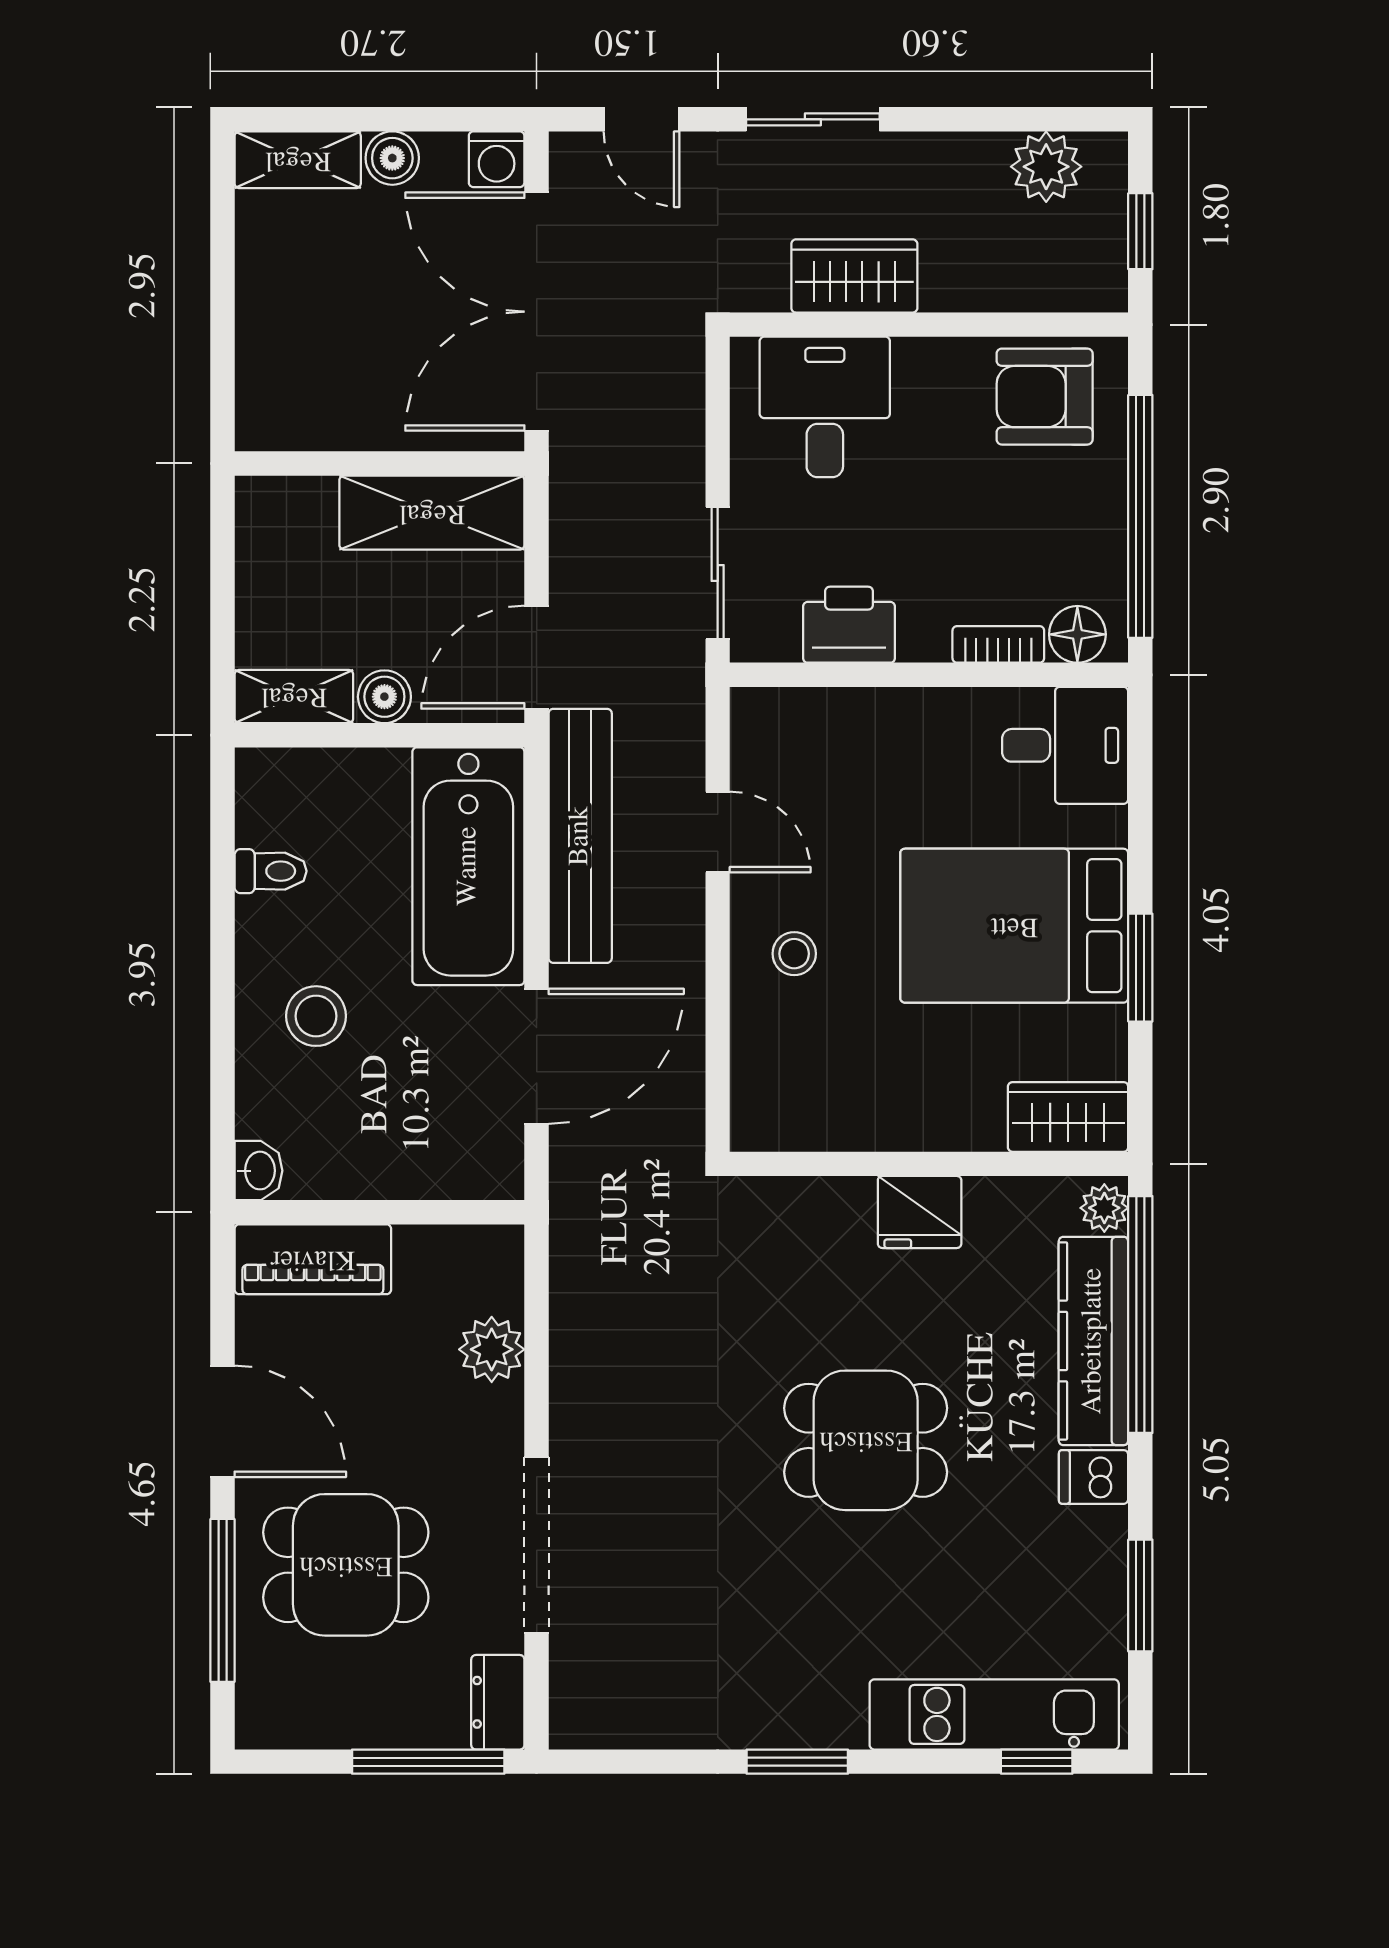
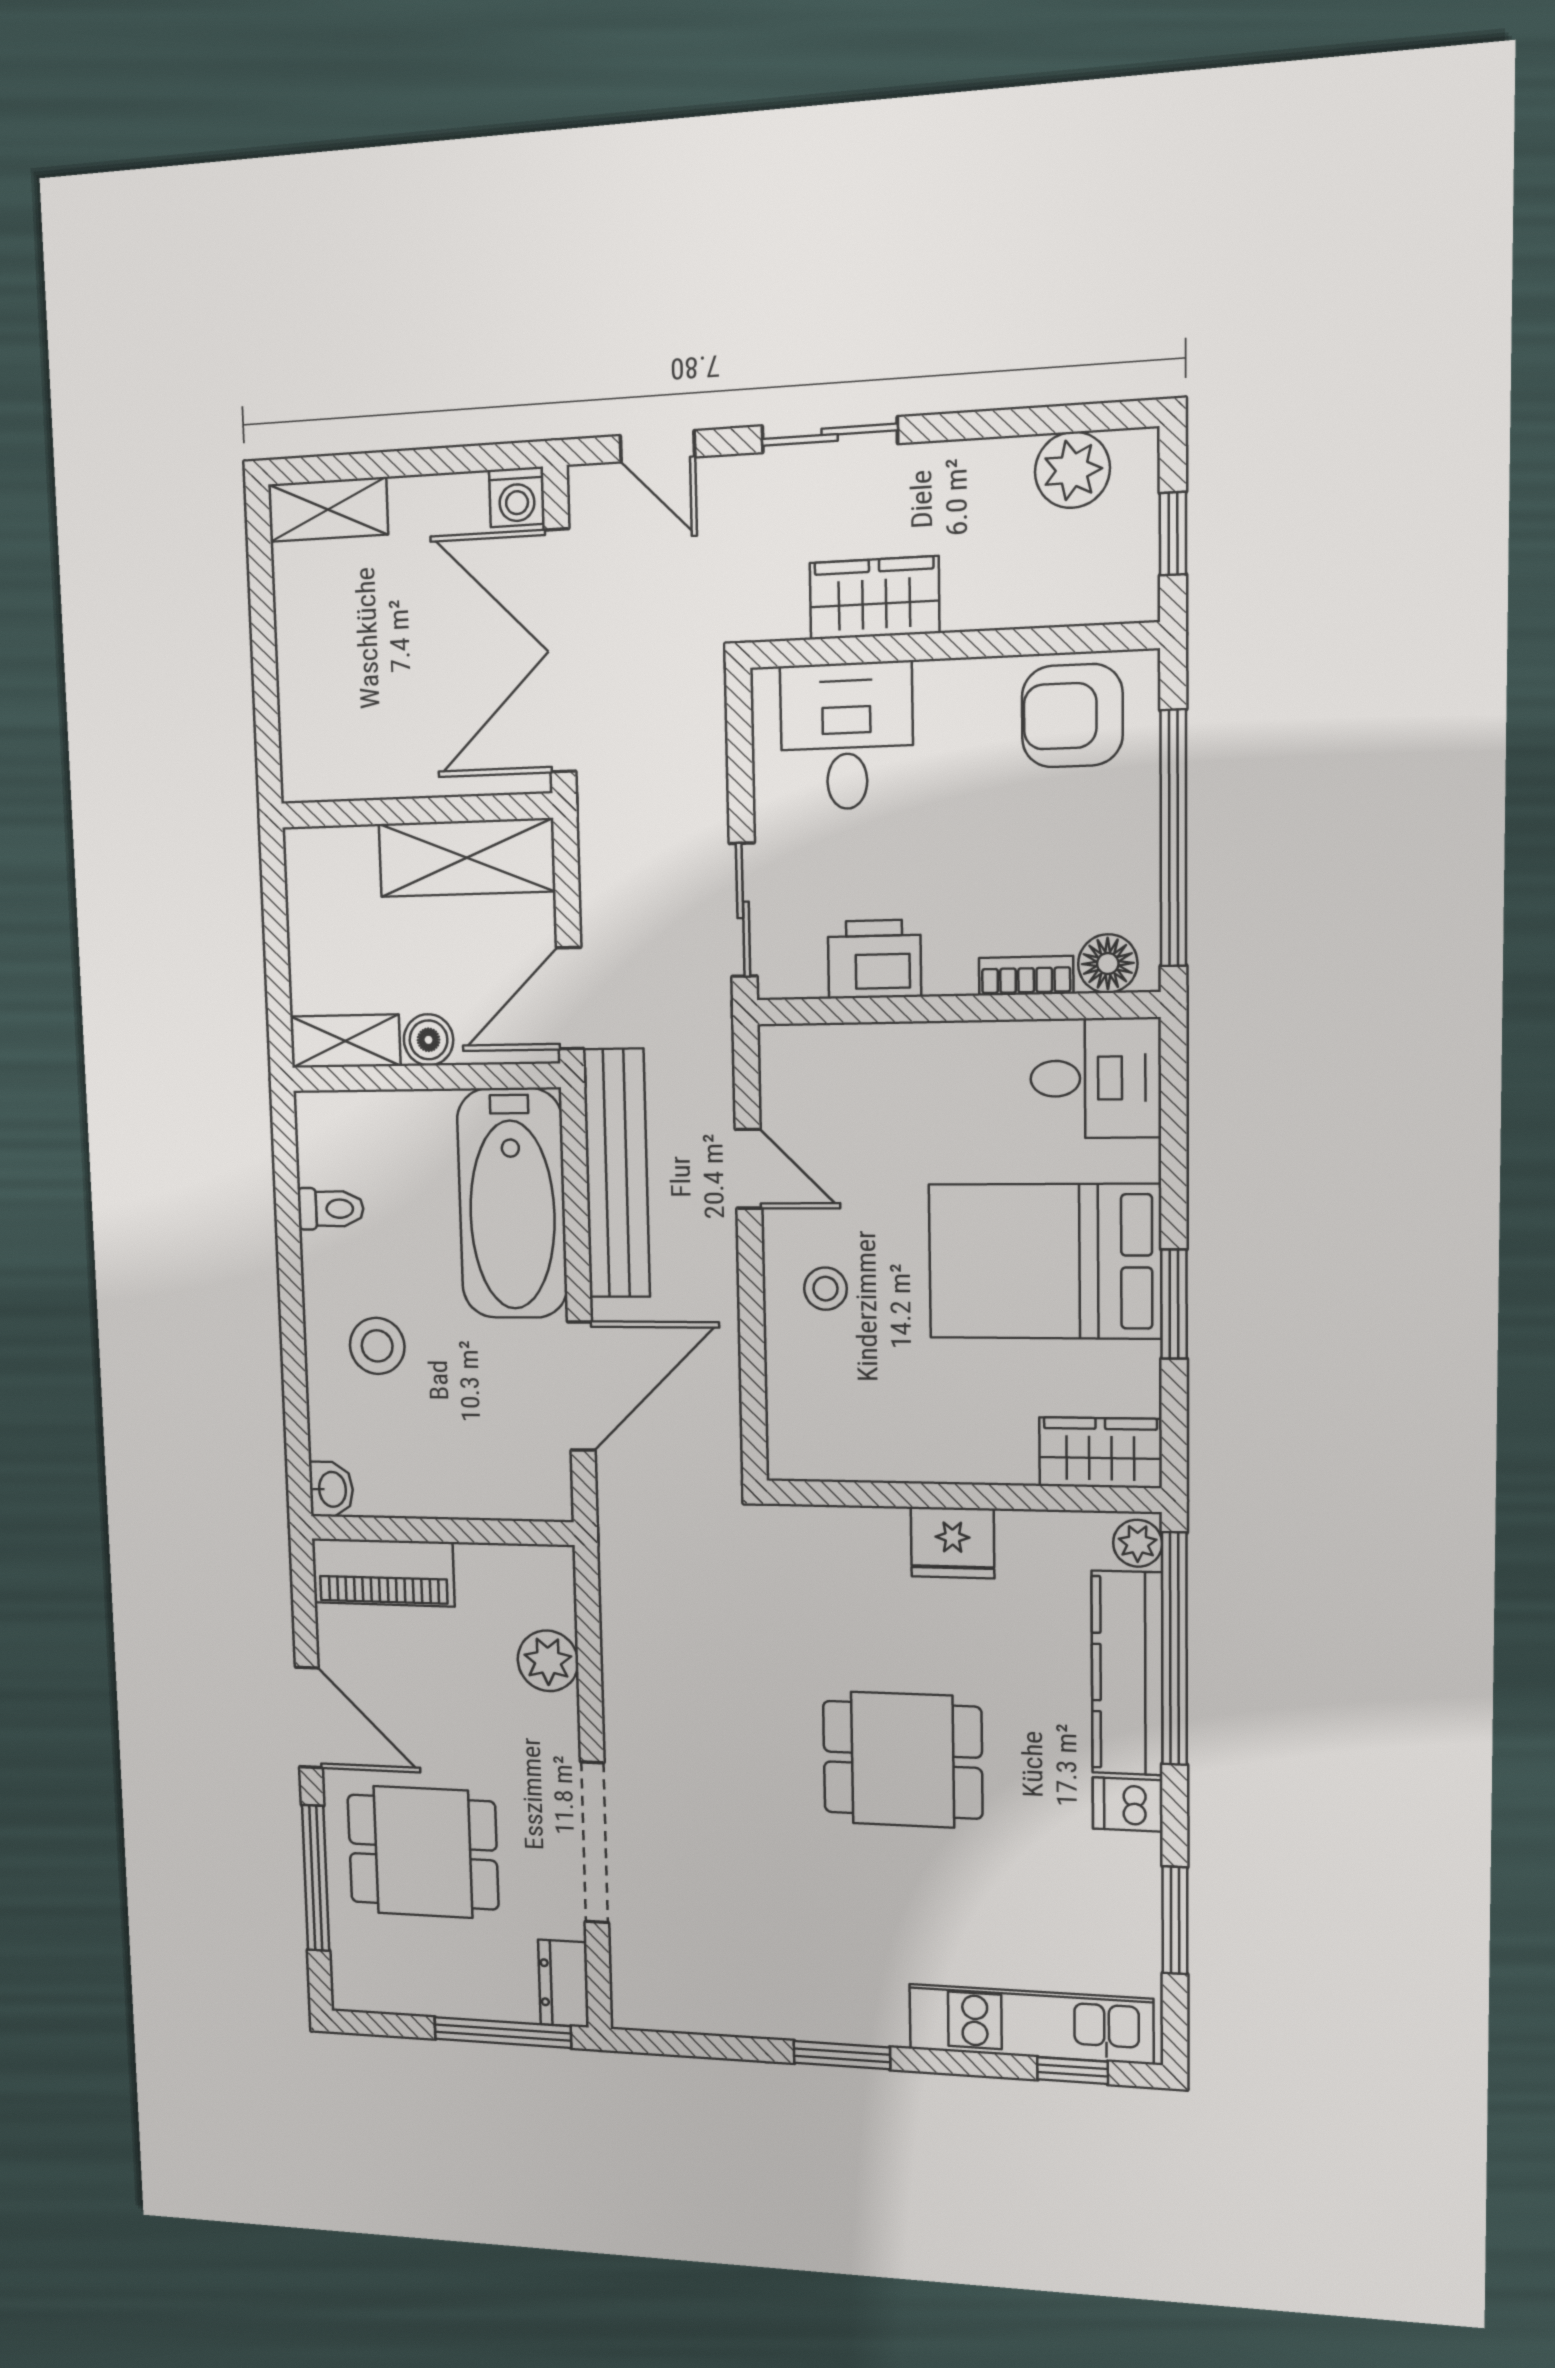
boiler: (392, 158) -> (417, 502), removed

